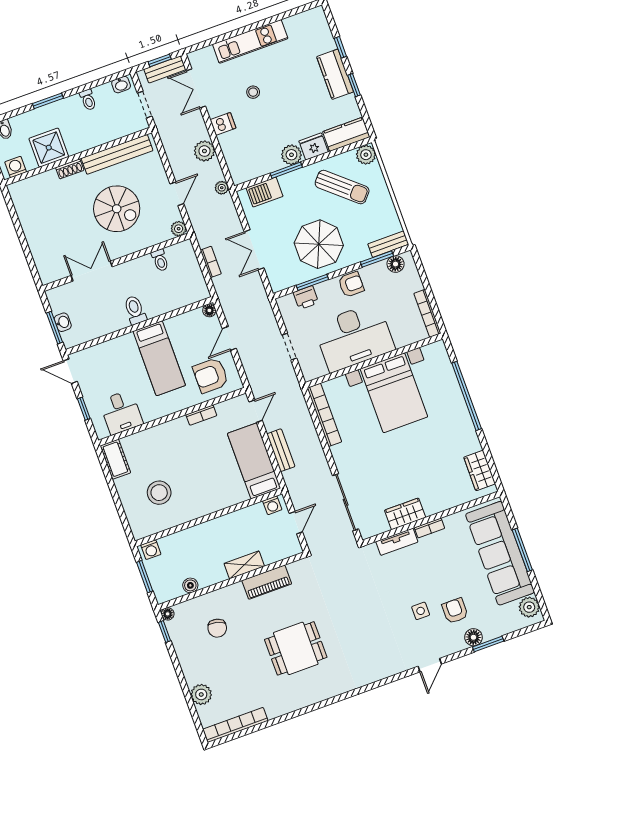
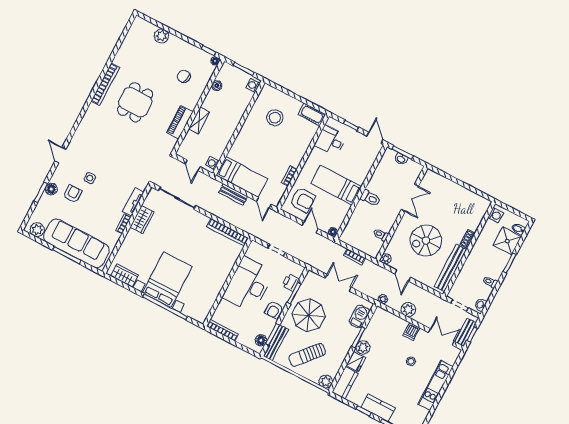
shower: (49, 148) -> (507, 241), moved
sun lounger: (342, 187) -> (307, 355), moved
bench: (388, 244) -> (276, 343), width x1.36
door: (70, 371) -> (375, 138), hinge flipped
armchair: (211, 375) -> (303, 200), turned 90
bed with nightstands: (394, 393) -> (167, 280), moved, turned 90
armchair: (455, 611) -> (73, 194), turned -90
bookcase: (235, 725) -> (105, 84), moved

